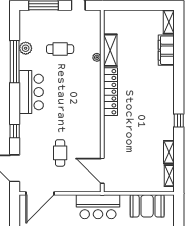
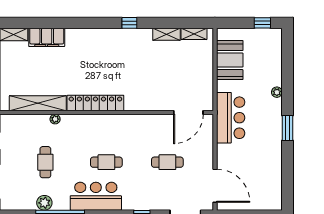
shelving: (110, 50) -> (38, 103), width x1.47
cafe table: (60, 101) -> (106, 162), added

